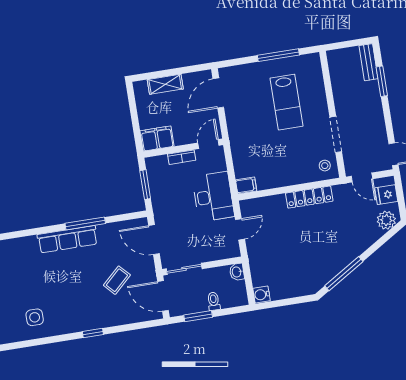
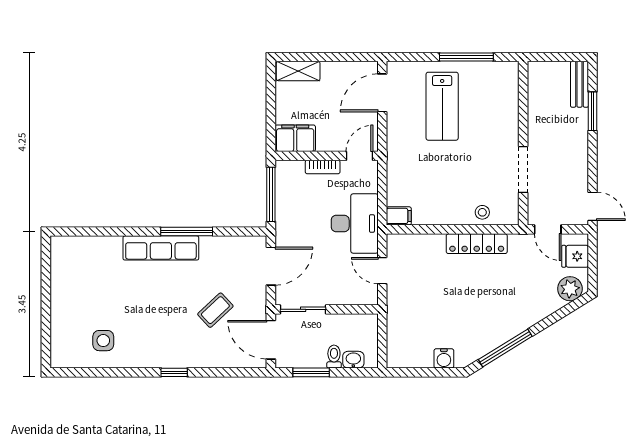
shelving: (165, 84) -> (298, 71), moved
lab bench: (287, 102) -> (442, 106), moved
stool: (325, 166) -> (482, 212), moved
window: (145, 185) -> (271, 194), width x1.44
door: (240, 229) -> (382, 271), swing flipped
door: (154, 240) -> (271, 266), swing flipped
washbasin: (237, 272) -> (353, 360), moved, turned 90
water cooler: (262, 295) -> (444, 358), moved, turned -90

